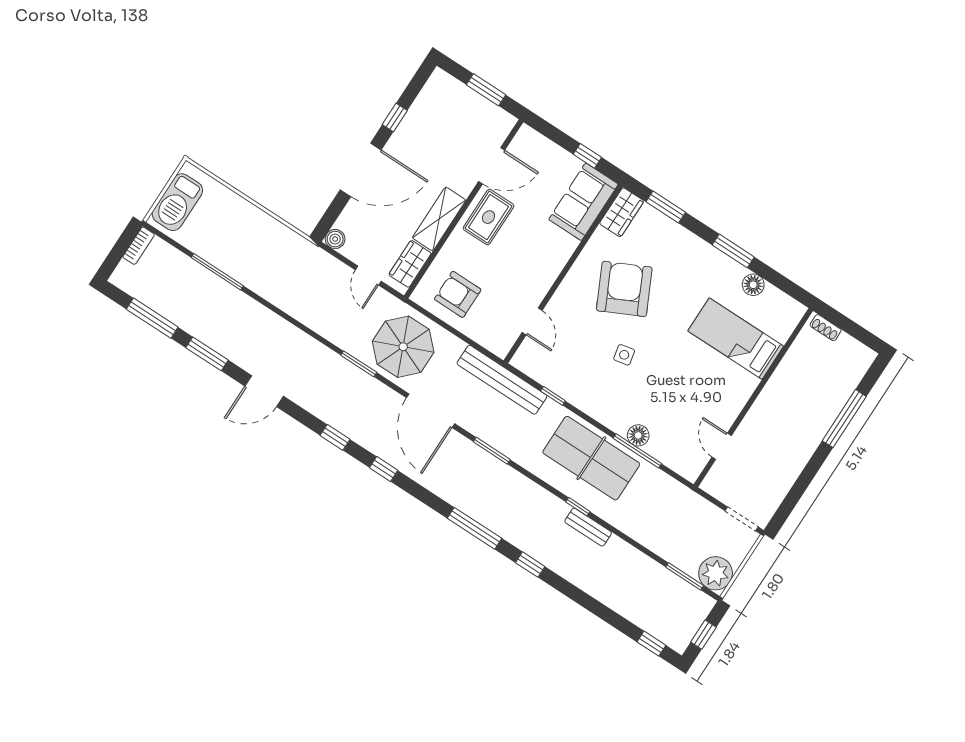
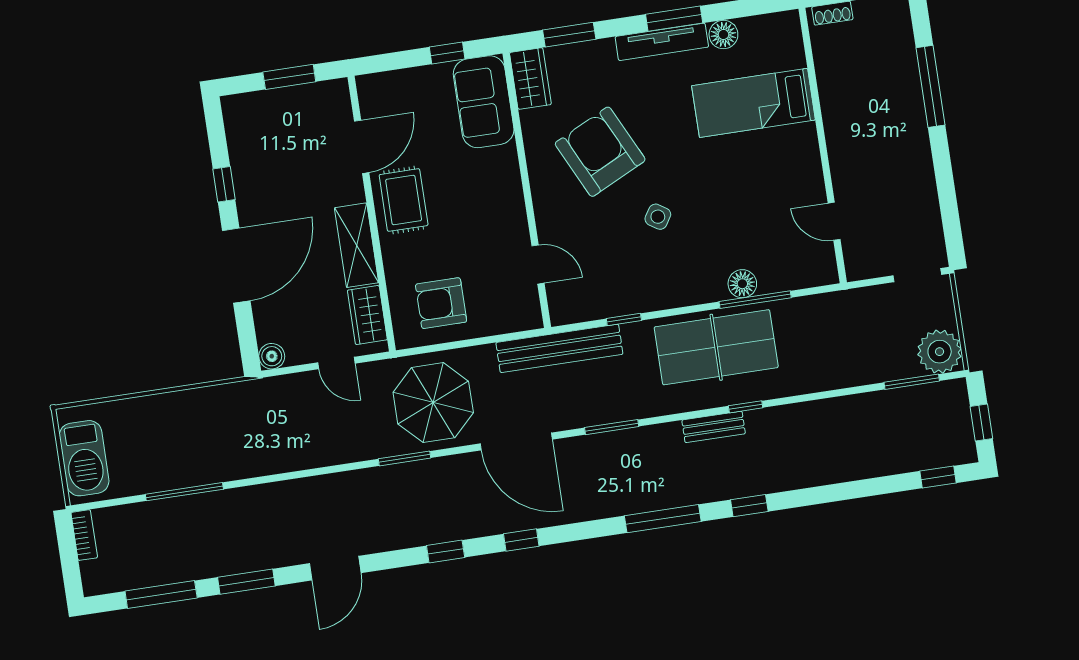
tv unit: (715, 258) -> (662, 42), added
side table: (624, 355) -> (658, 217), turned 45
bench: (588, 527) -> (714, 427), moved

